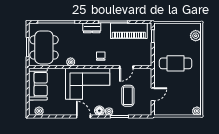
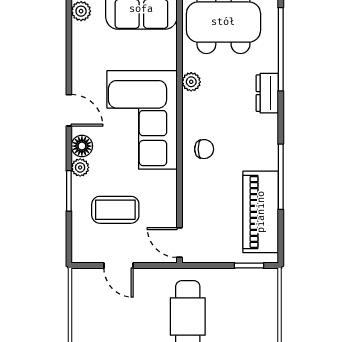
dresser: (92, 28) -> (267, 93), moved
door: (126, 67) -> (179, 243), moved
door: (83, 117) -> (69, 110), hinge flipped

